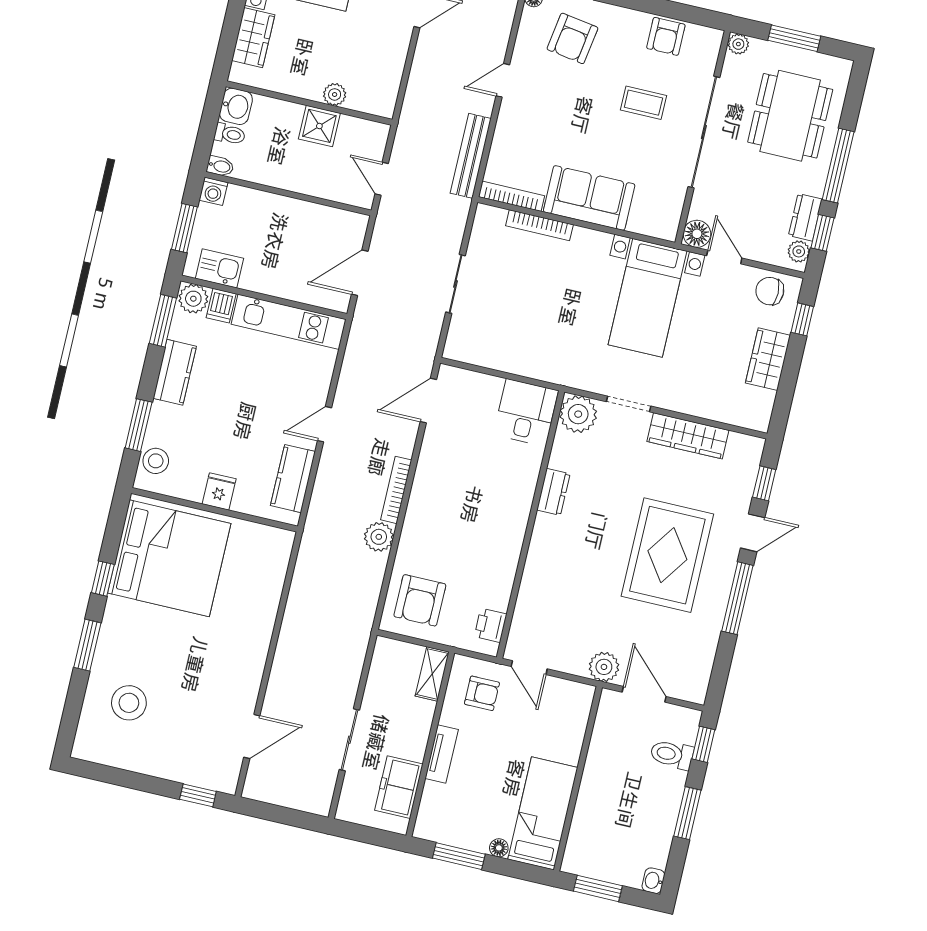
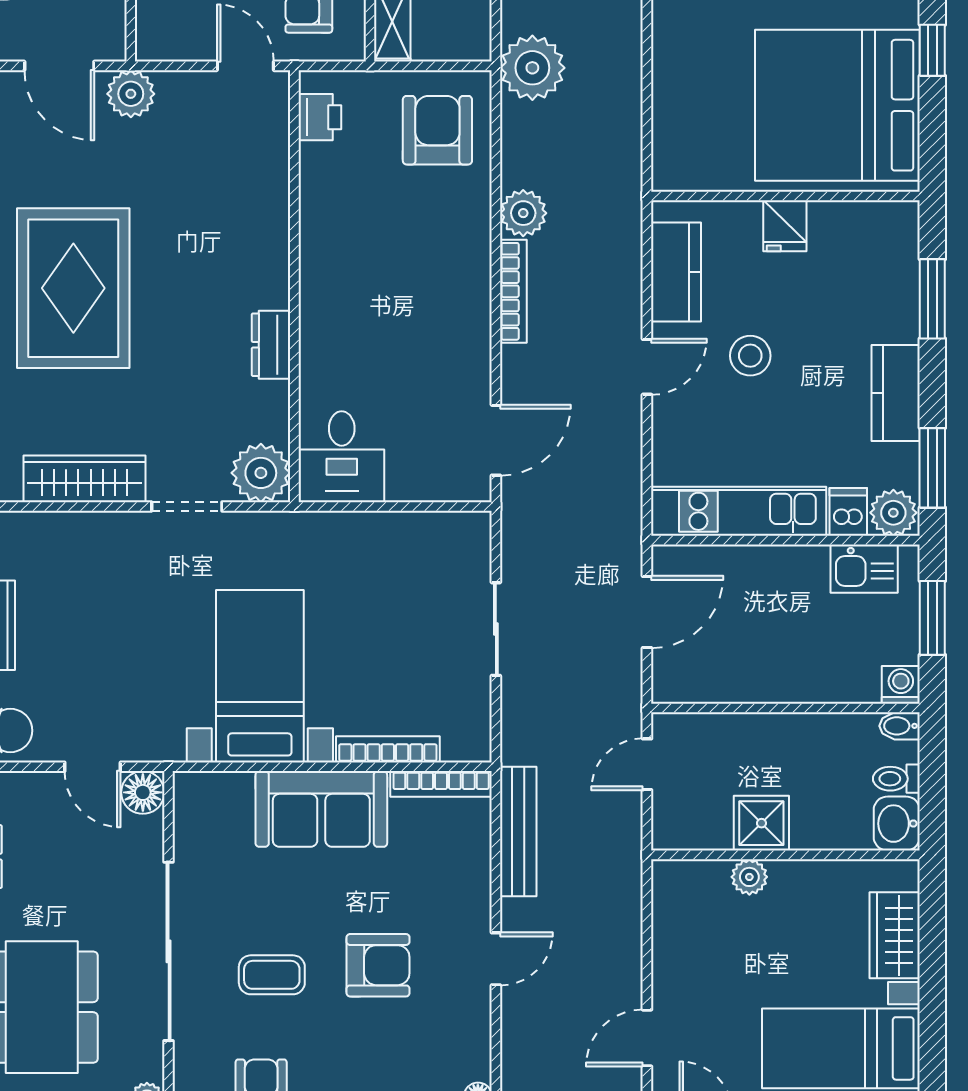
armchair: (572, 38) -> (378, 965), moved, turned 81
door: (382, 179) -> (647, 764), swing flipped
bed with nightstands: (648, 298) -> (260, 676), moved
stool: (156, 461) -> (750, 356), moved
plant: (352, 625) -> (532, 68), added

